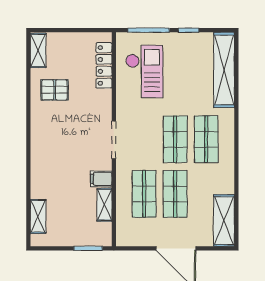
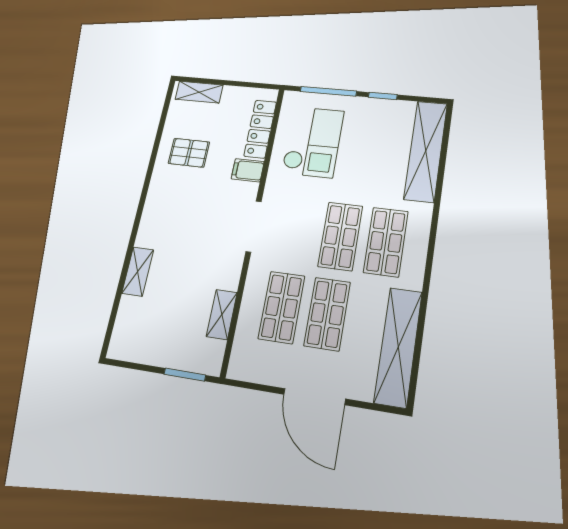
shelving: (38, 51) -> (199, 92), moved, turned 90
filing cabinet: (101, 179) -> (248, 170), moved
shelving: (38, 216) -> (138, 272), moved
shelving: (224, 220) -> (398, 347), width x1.47

